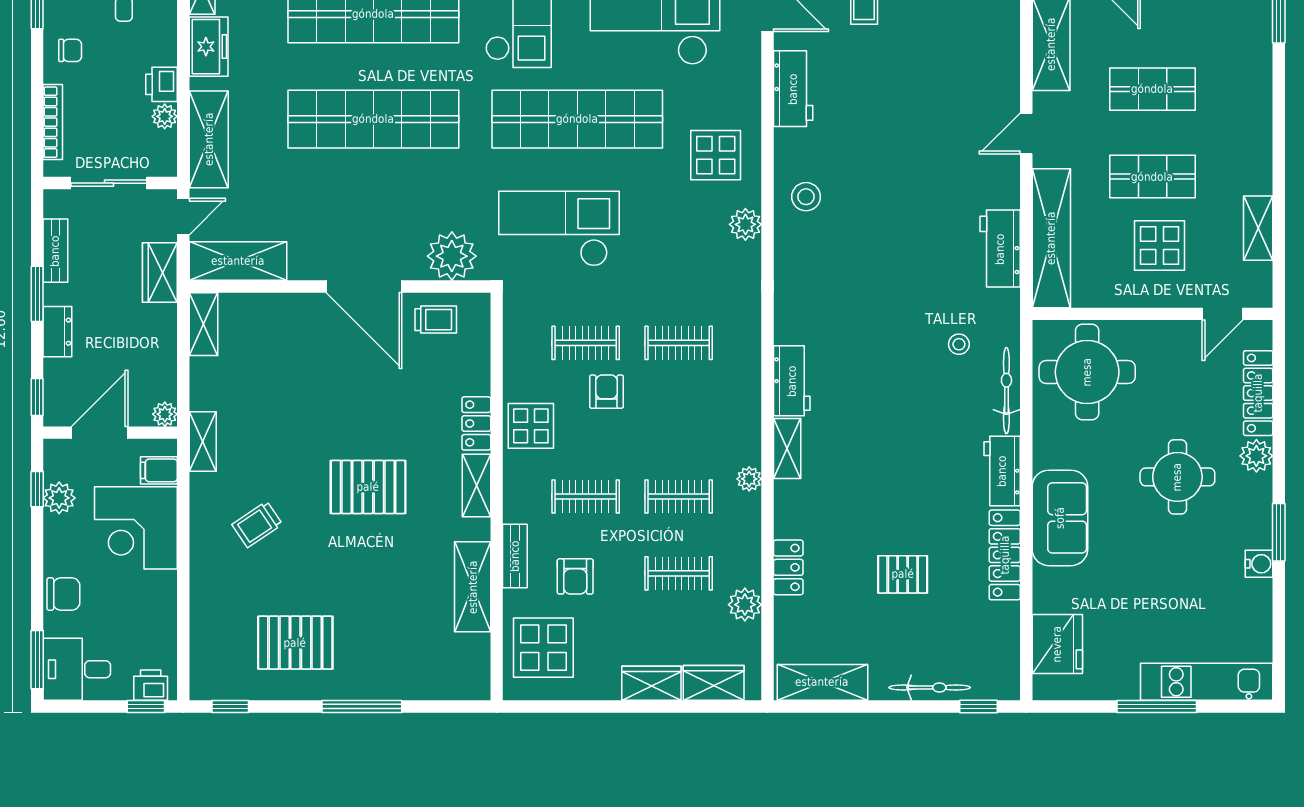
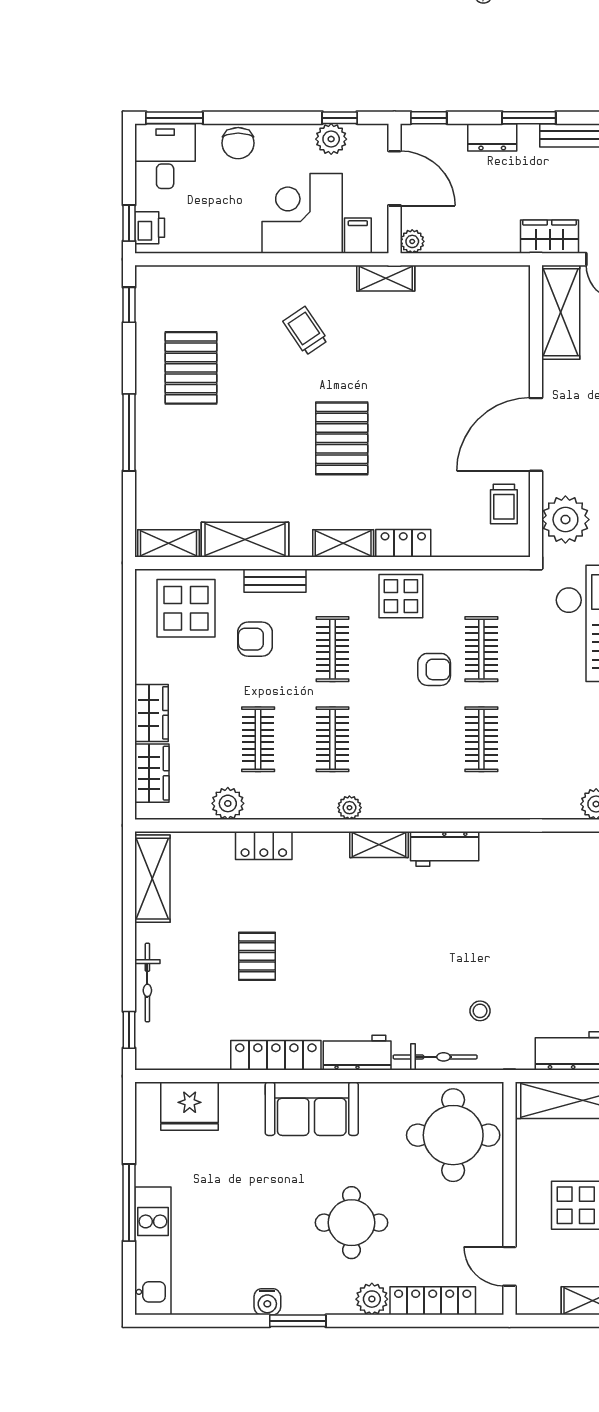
shelving: (203, 324) -> (168, 543), moved

